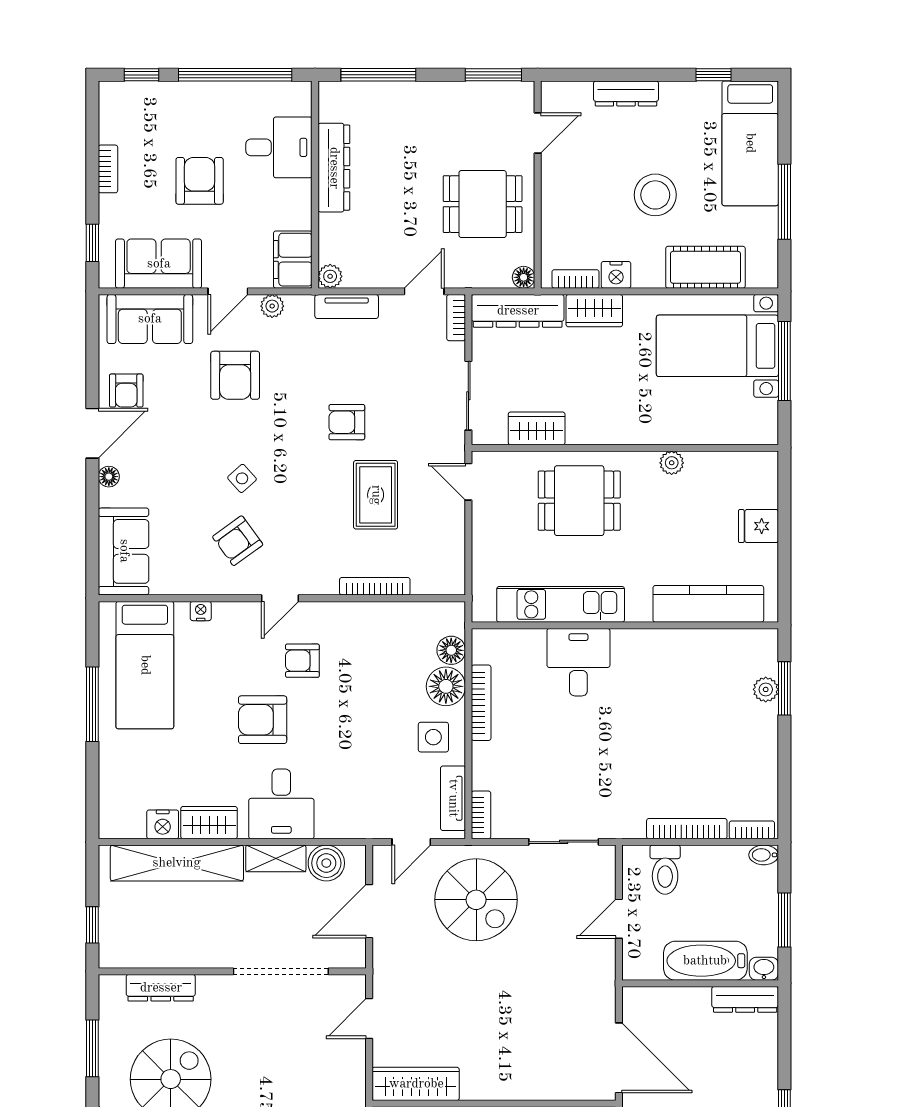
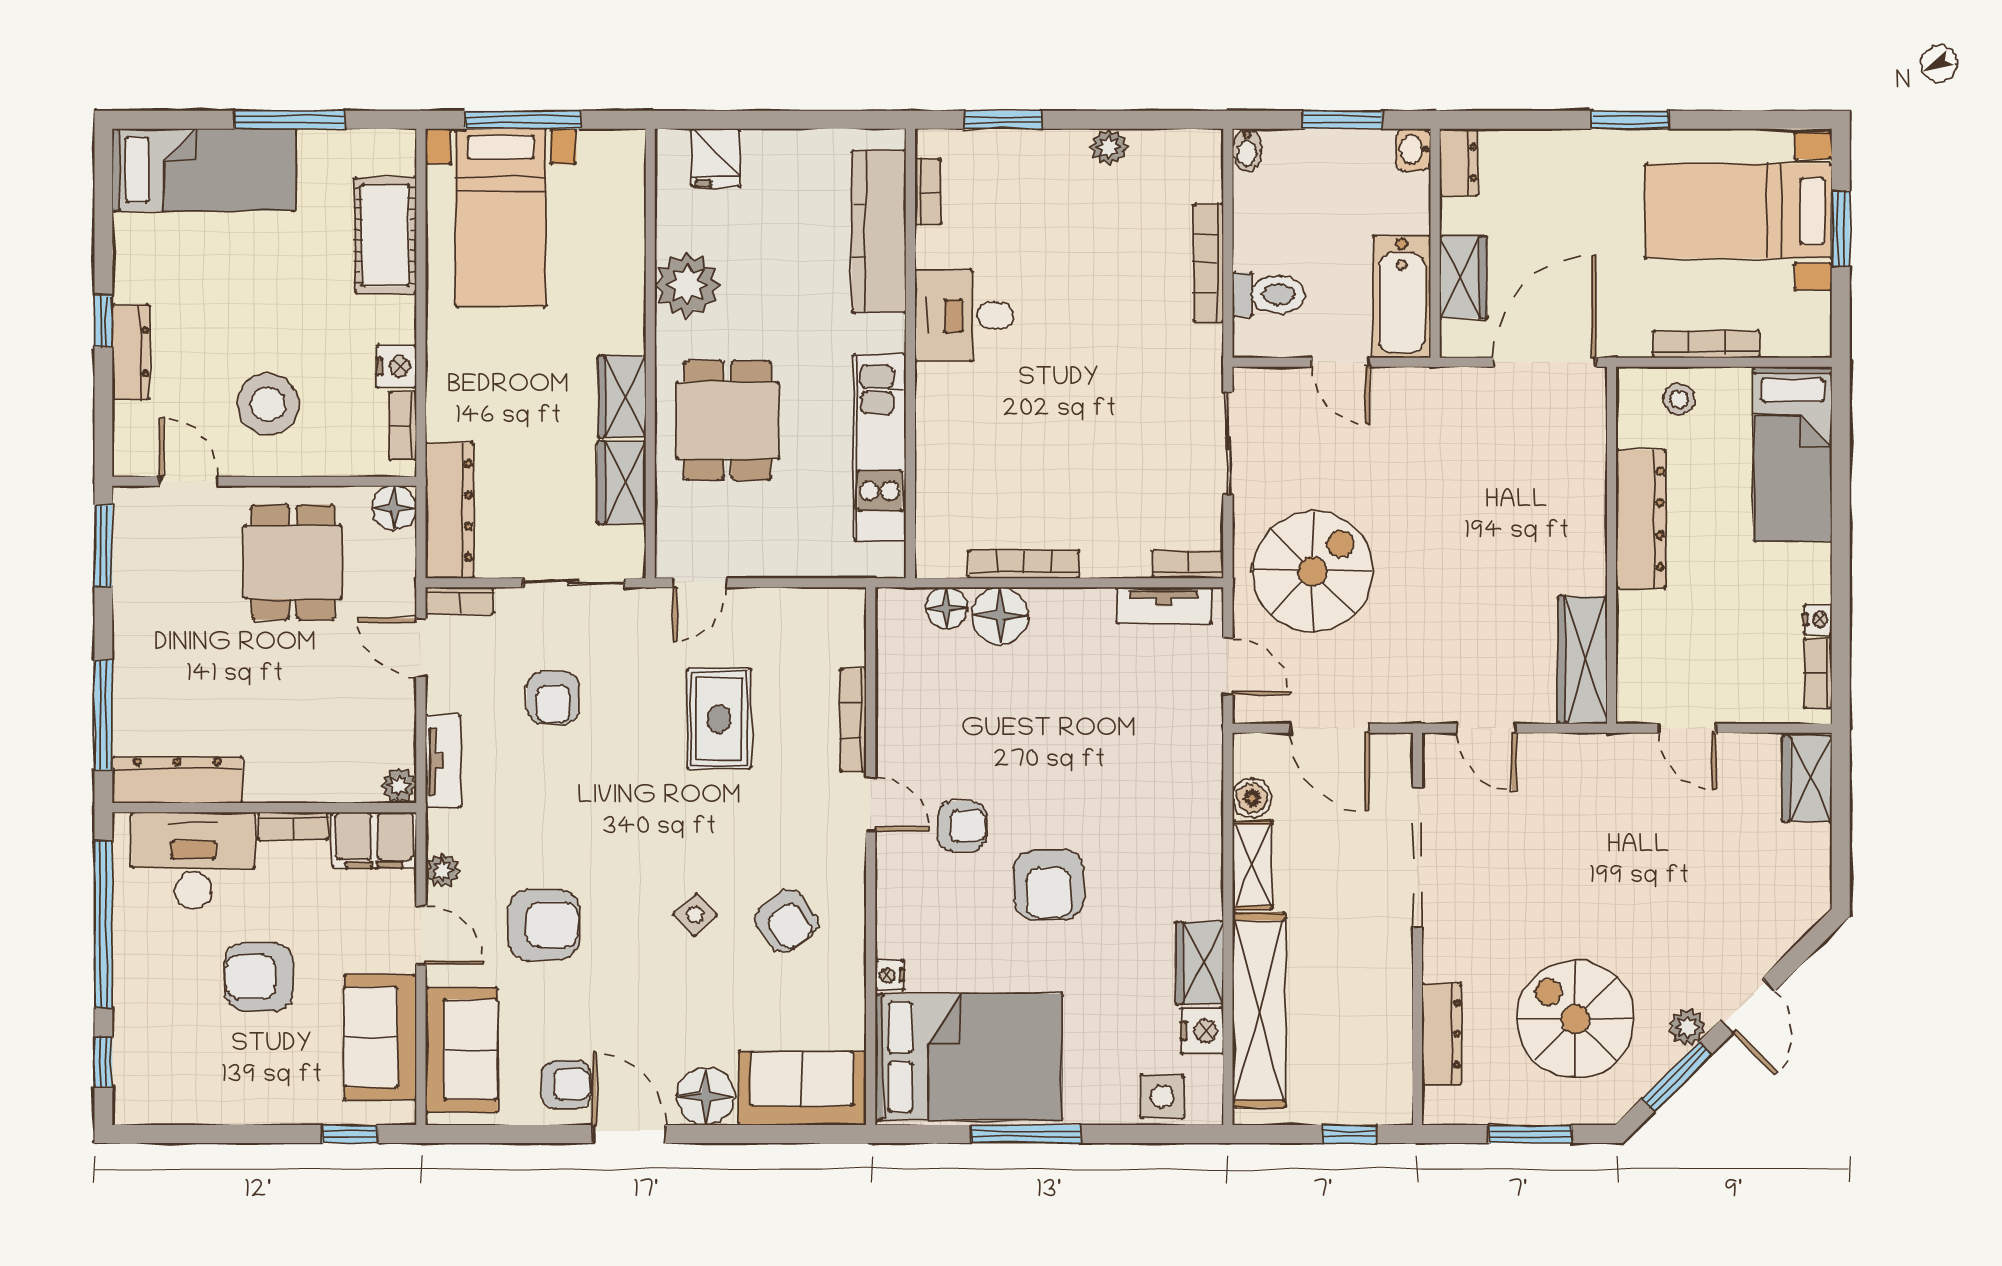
window: (714, 75) -> (103, 321), moved
desk: (279, 147) -> (193, 860), width x1.37
dresser: (334, 168) -> (177, 780), moved
bookcase: (108, 169) -> (293, 826), moved, turned 180
stool: (655, 195) -> (268, 404), moved
floor lamp: (524, 277) -> (394, 508), width x1.37, depth x1.37
wardrobe: (594, 311) -> (622, 397), moved, turned 180
armchair: (347, 422) -> (553, 698), moved
plant: (672, 463) -> (687, 285), width x1.88, depth x1.88
floor lamp: (109, 477) -> (706, 1096), width x1.89, depth x1.89
rug: (376, 495) -> (719, 719), turned 90
fridge: (758, 526) -> (716, 158), moved
door: (280, 598) -> (871, 804), moved
armchair: (302, 661) -> (962, 826), turned -90
desk: (578, 662) -> (964, 316), moved
bed: (145, 665) -> (969, 1057), width x1.50
plant: (766, 689) -> (1109, 147), moved
side table: (433, 737) -> (1162, 1096), moved
desk: (281, 804) -> (1172, 857), removed
bookcase: (752, 830) -> (928, 191), moved, turned 180
boiler: (326, 863) -> (1252, 798), width x0.73, depth x0.73
bathtub: (705, 961) -> (1402, 297), moved
dresser: (745, 999) -> (1459, 162), width x0.70
wardrobe: (677, 1003) -> (1463, 277), added

